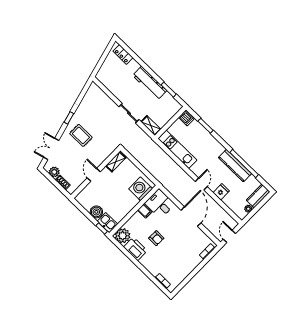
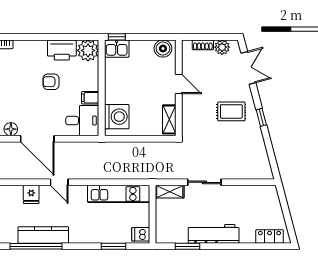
boiler: (96, 212) -> (163, 48), moved
floor lamp: (199, 234) -> (11, 129), added

